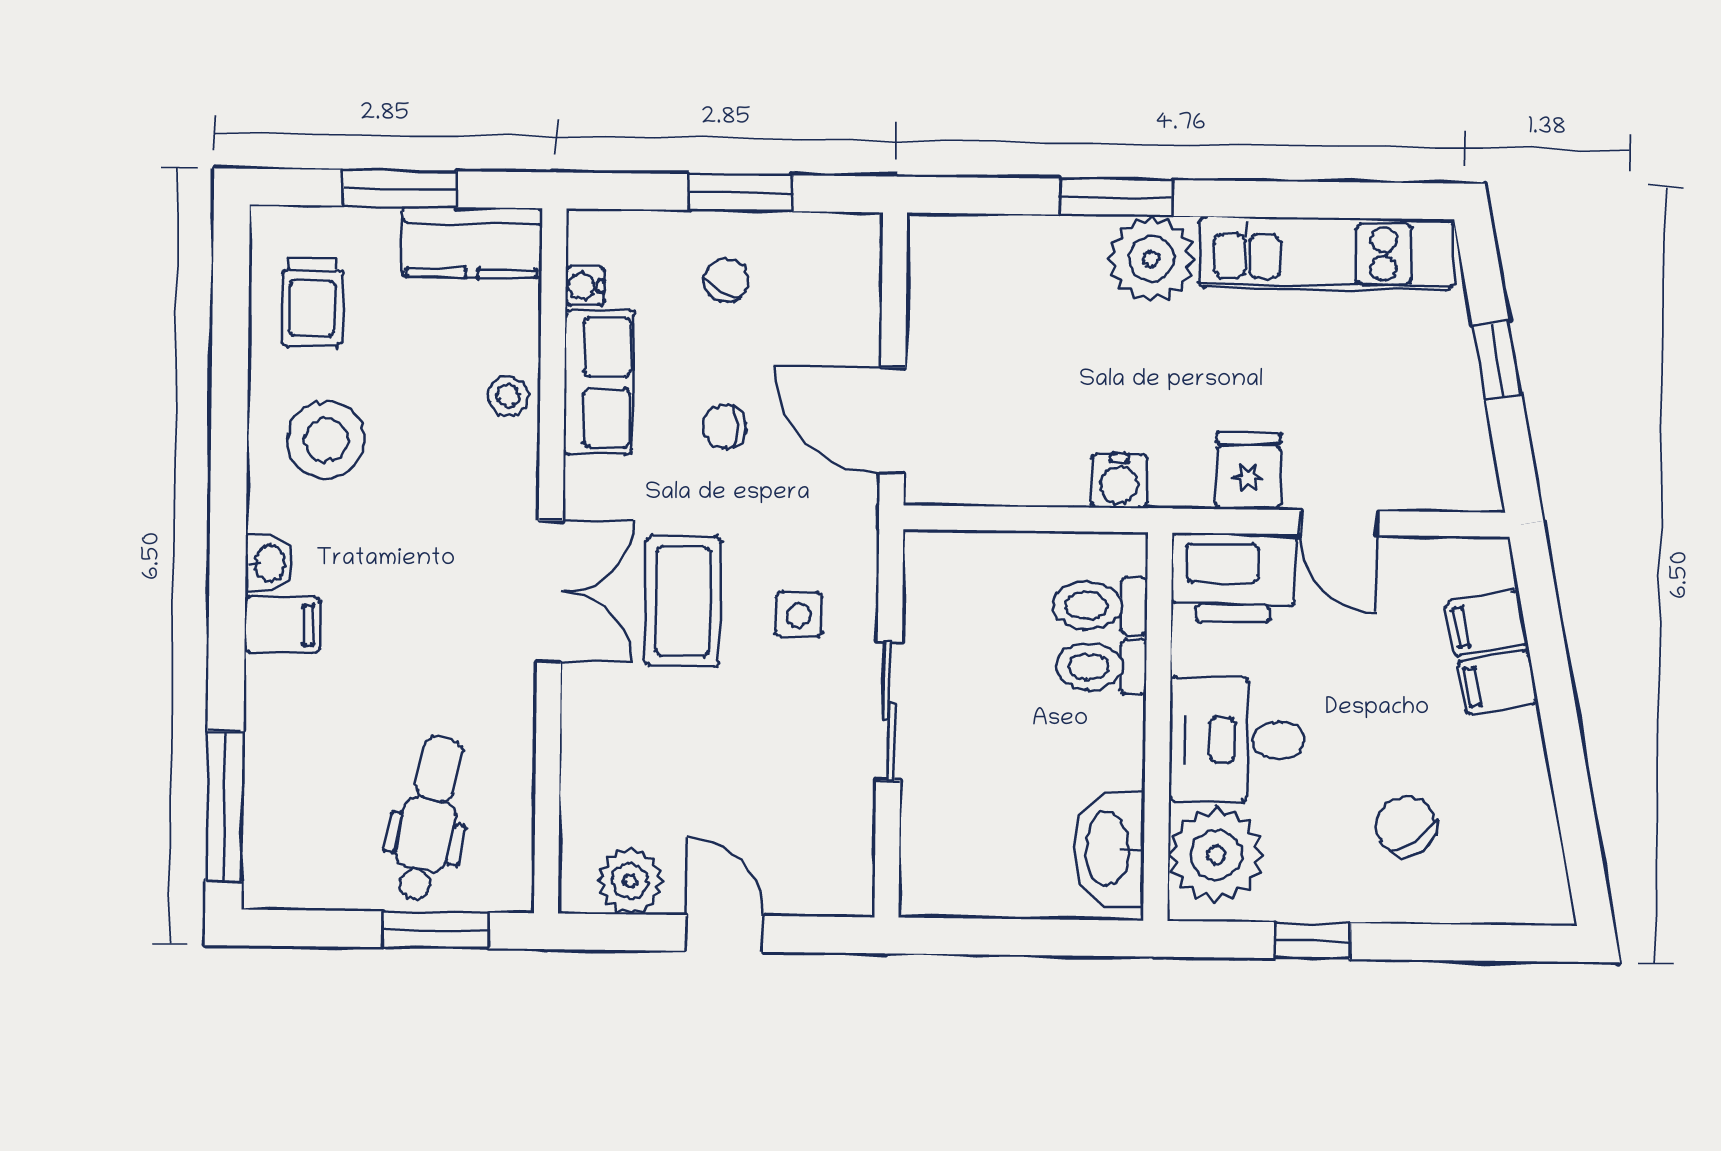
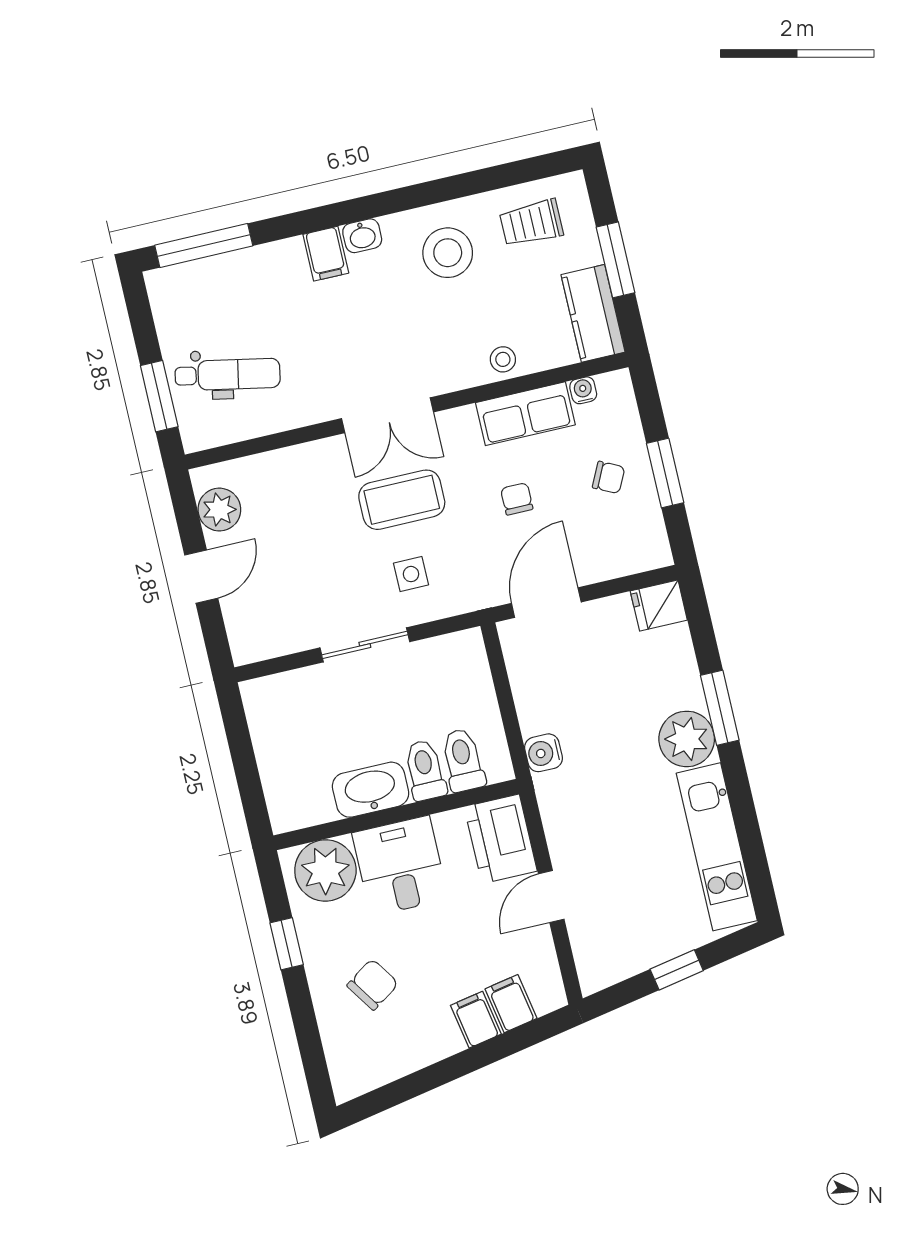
fridge: (1248, 471) -> (659, 605), moved, turned 180
washbasin: (1109, 849) -> (371, 790), moved

